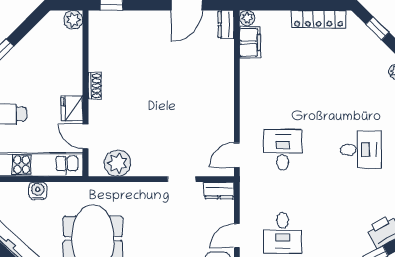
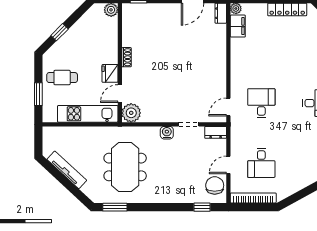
door: (86, 136) -> (120, 94), hinge flipped
plant: (118, 163) -> (131, 113), moved
water cooler: (38, 191) -> (167, 133), moved

